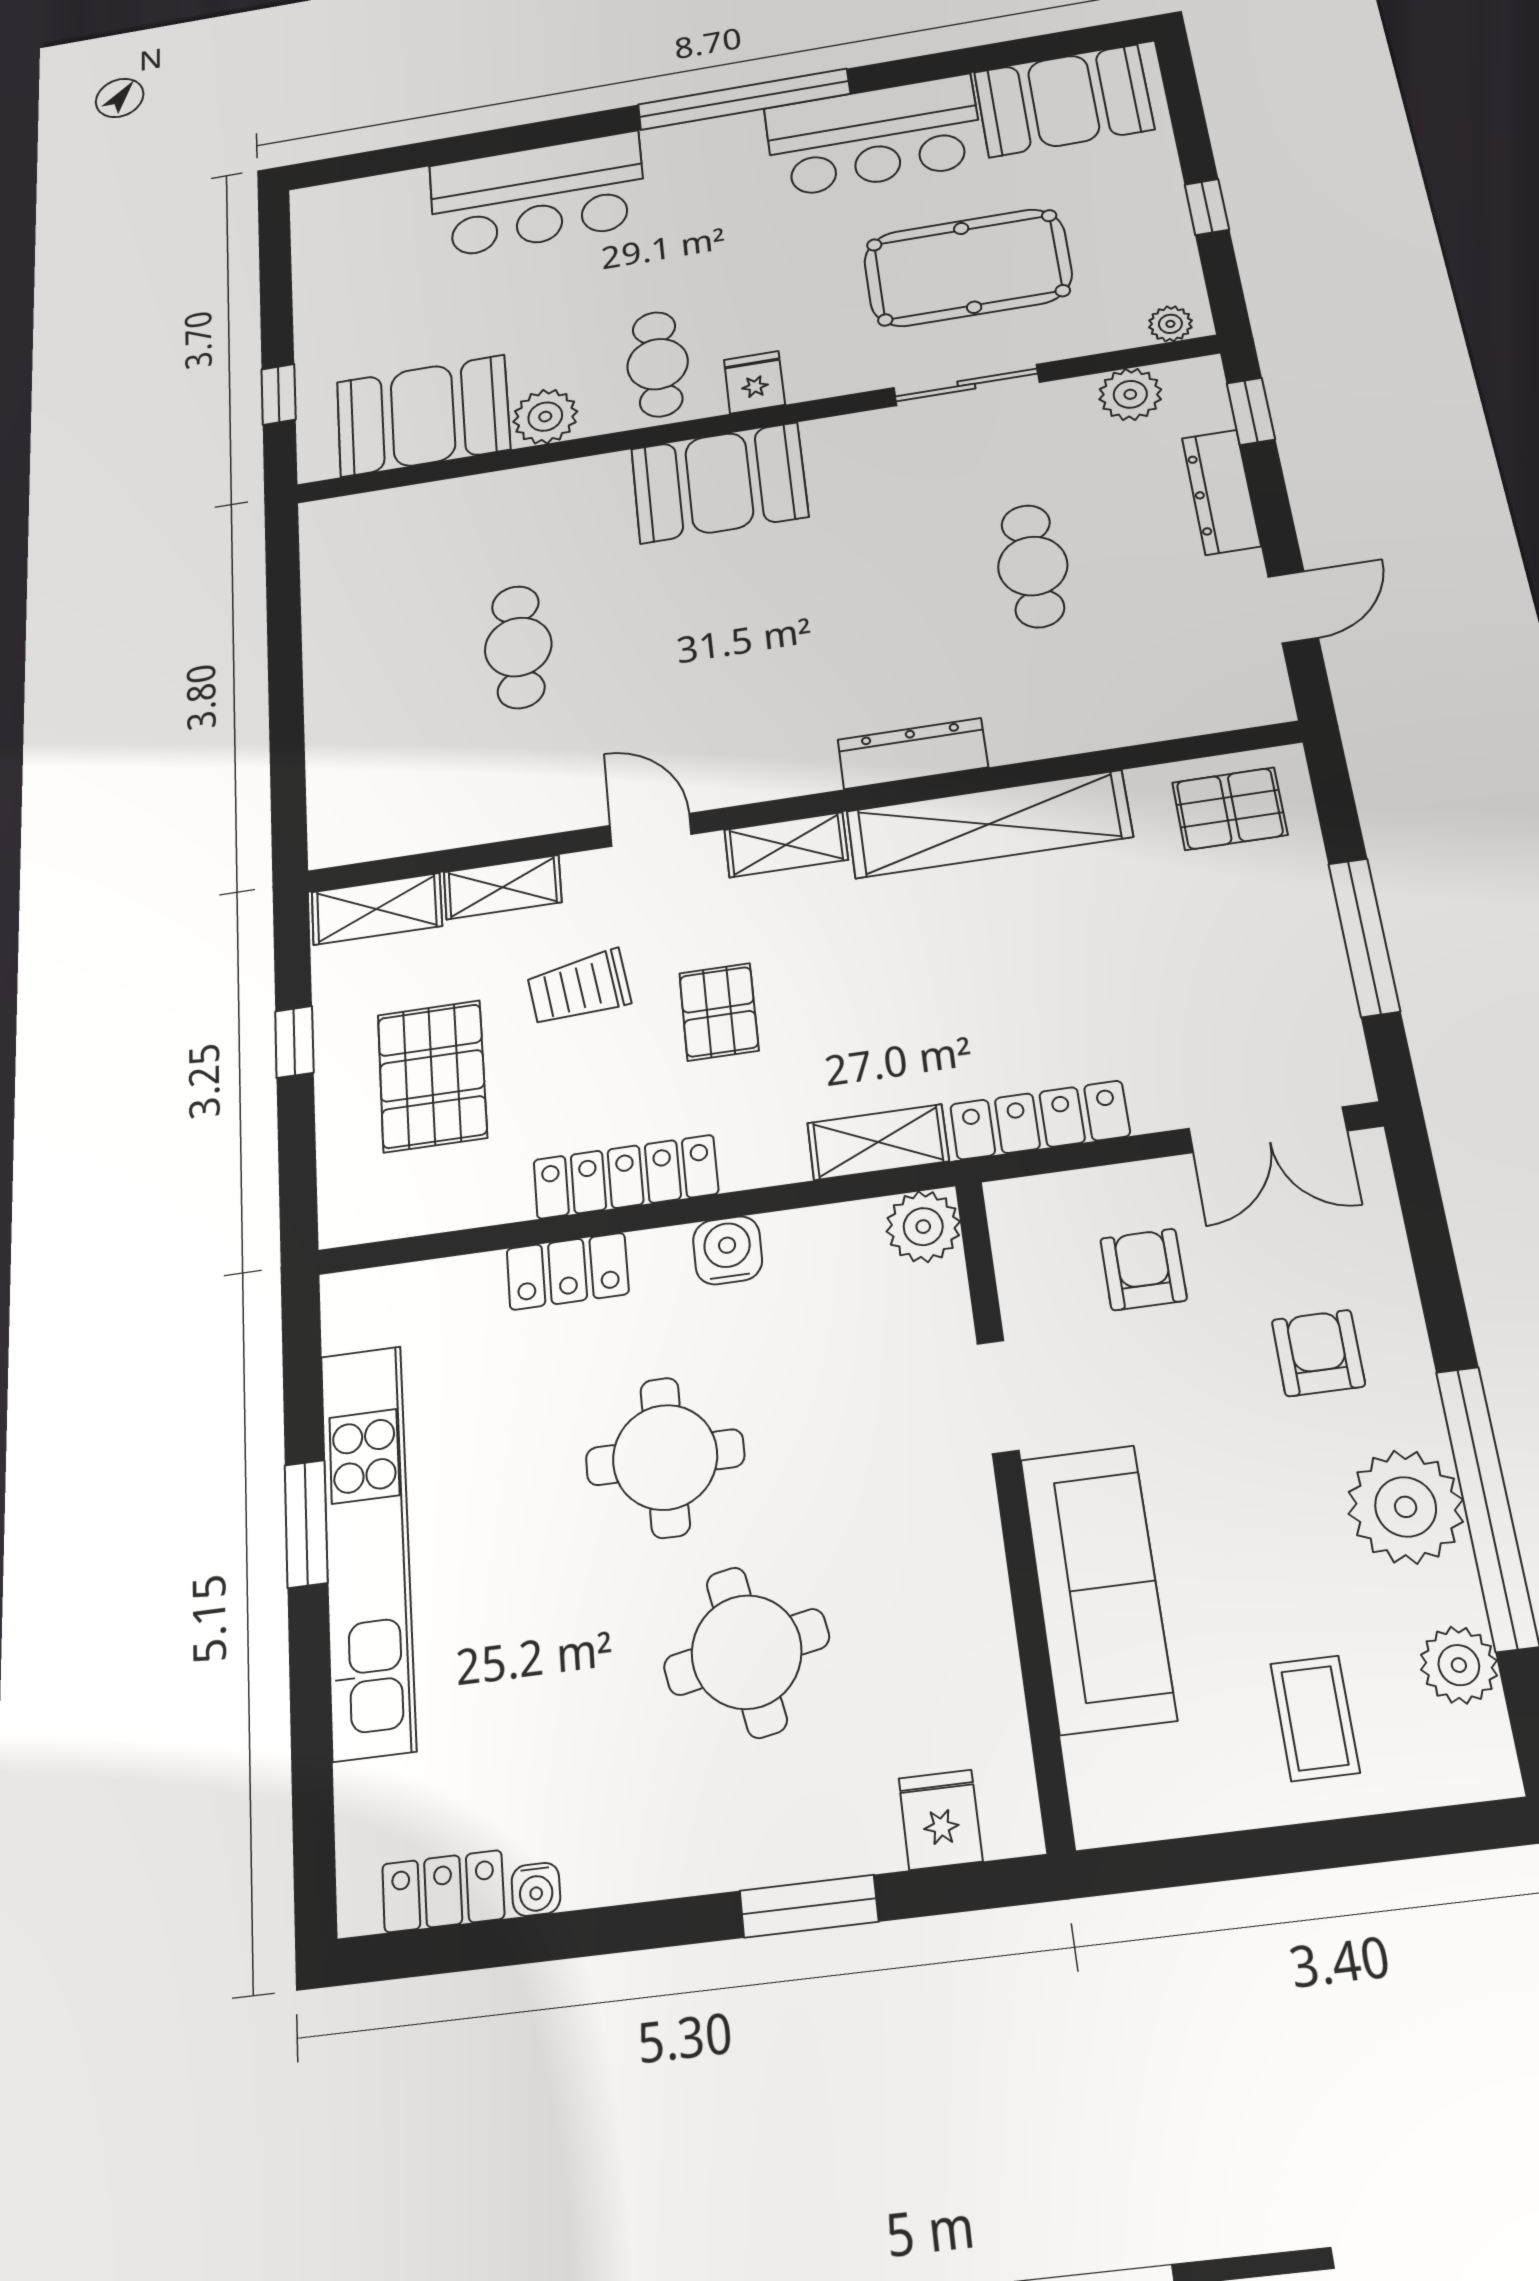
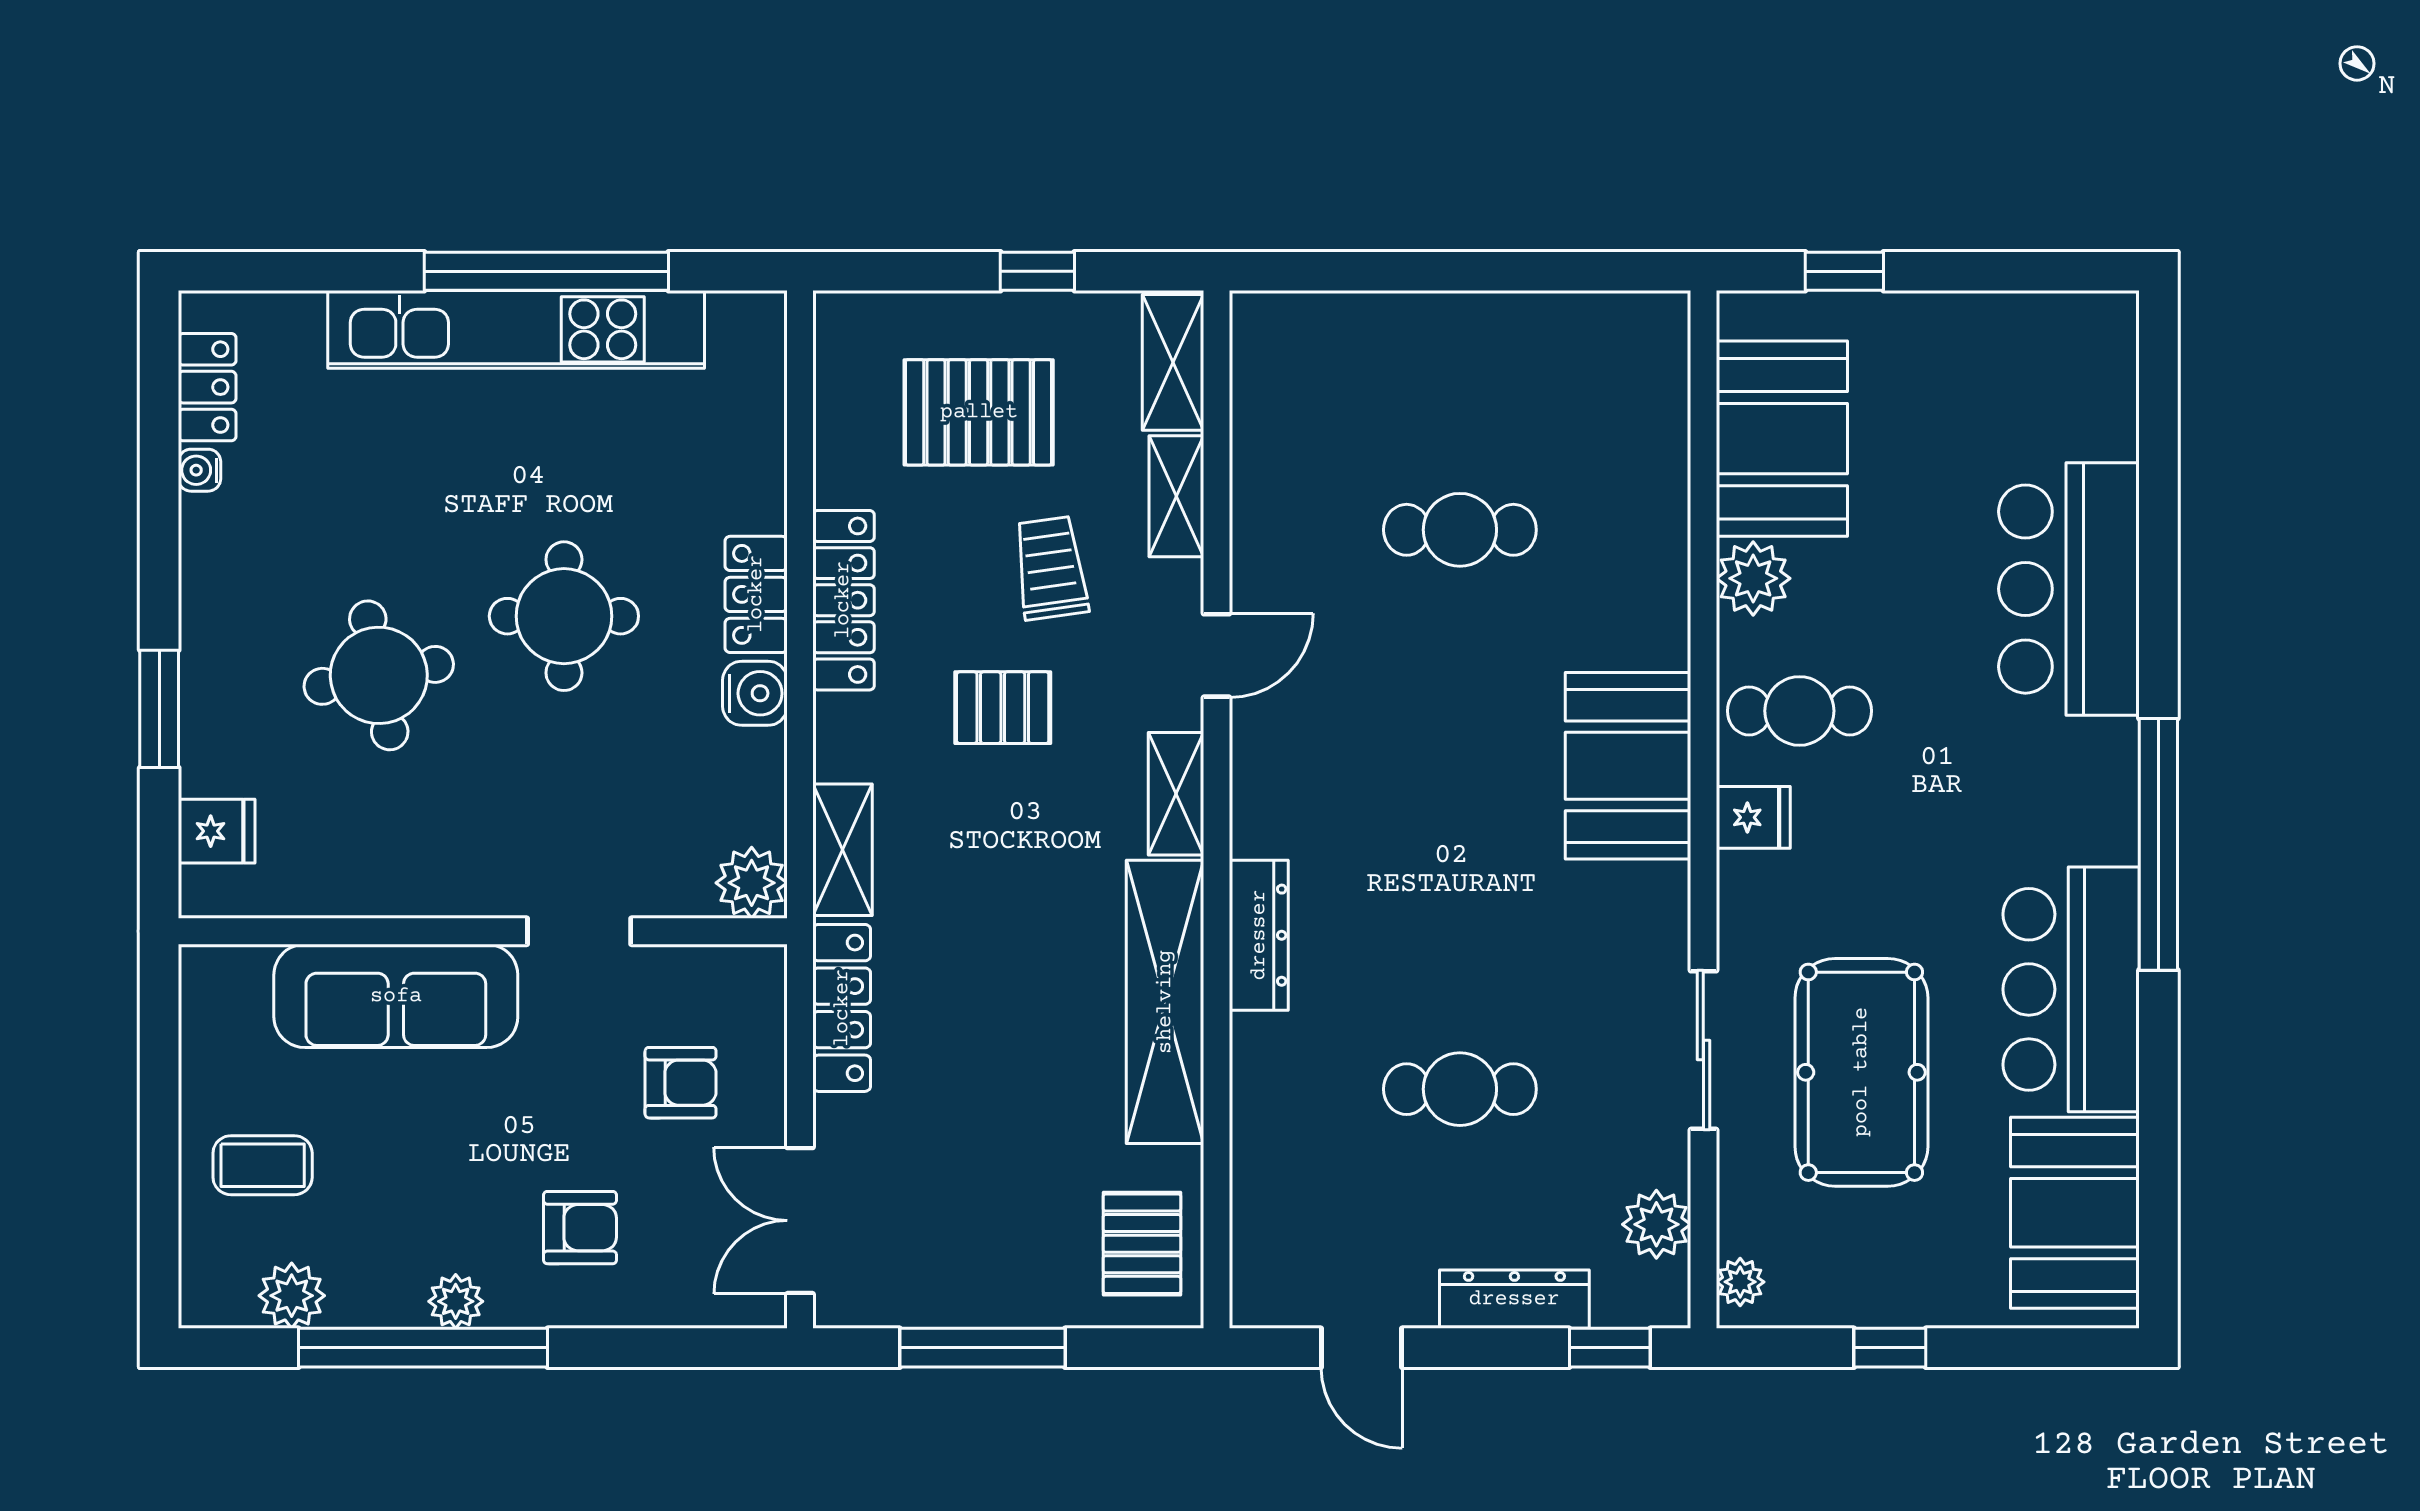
locker: (567, 1271) -> (756, 594), moved
plant: (1406, 1507) -> (456, 1301), width x0.53, depth x0.53
window: (306, 1524) -> (546, 271), width x2.11

